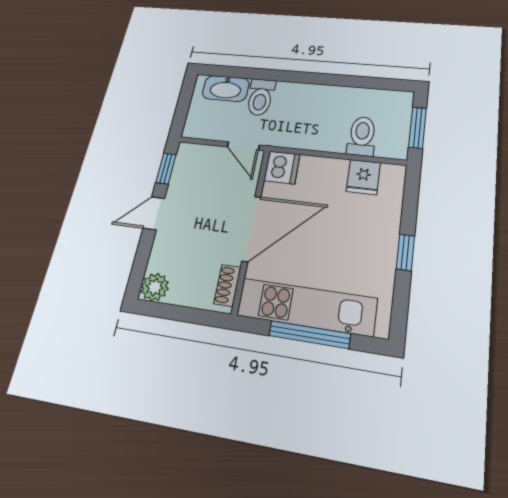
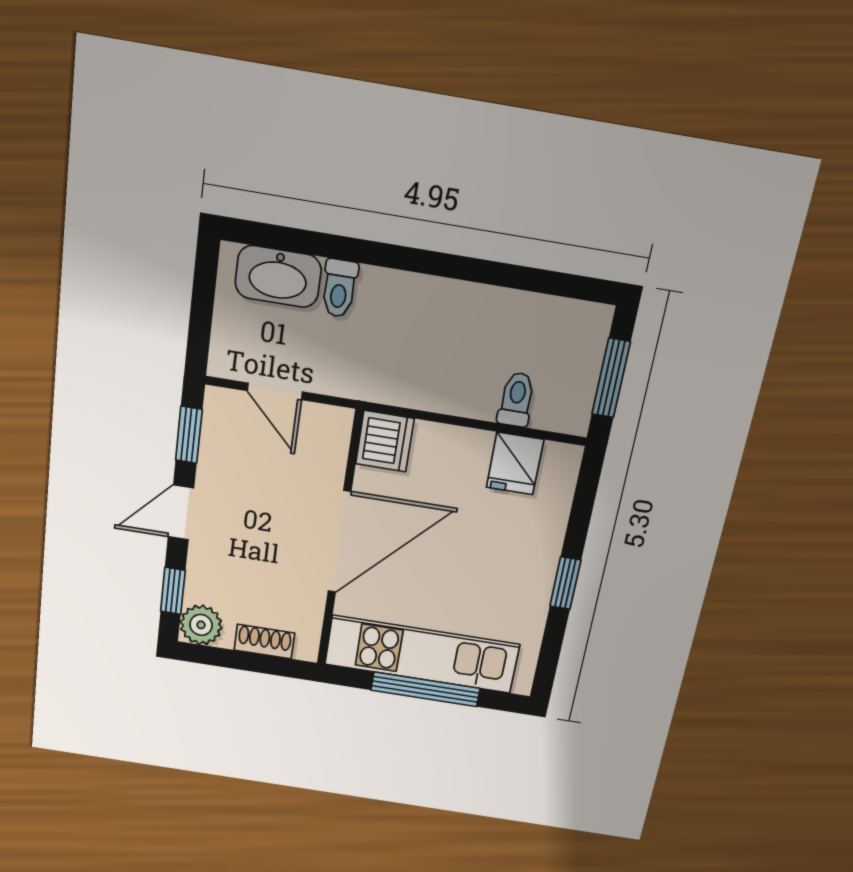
toilet: (261, 97) -> (339, 288), width x0.73, depth x0.72
toilet: (362, 136) -> (516, 400), width x0.73, depth x0.72
door: (243, 146) -> (275, 391), moved
window: (140, 264) -> (173, 591), added
shoe rack: (227, 285) -> (264, 642), moved, turned 90

